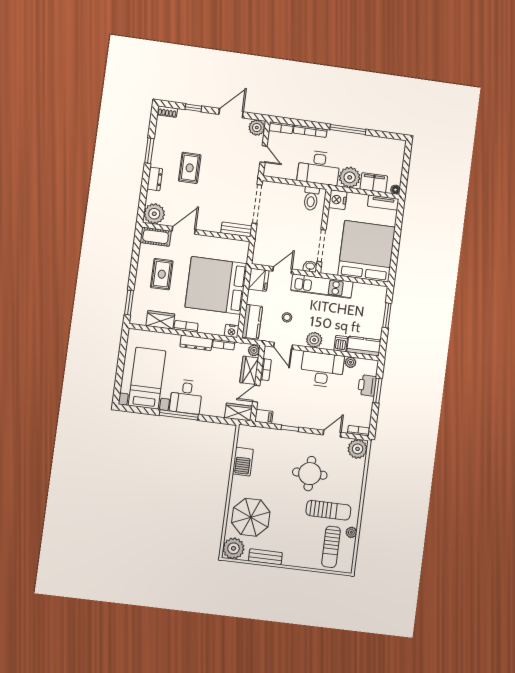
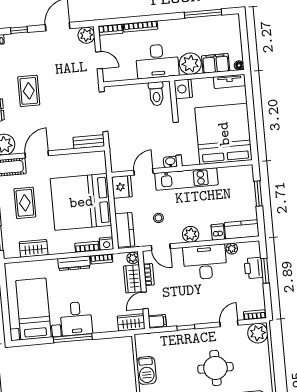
window: (348, 130) -> (203, 14), moved
bookcase: (186, 326) -> (87, 247), moved

